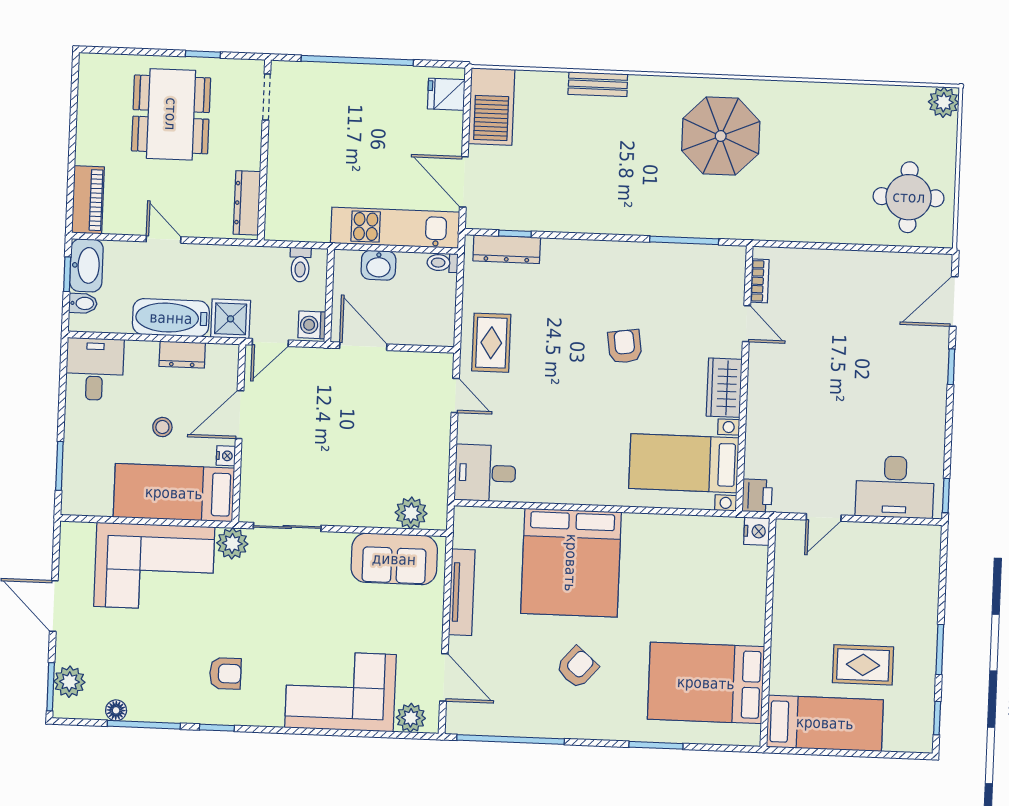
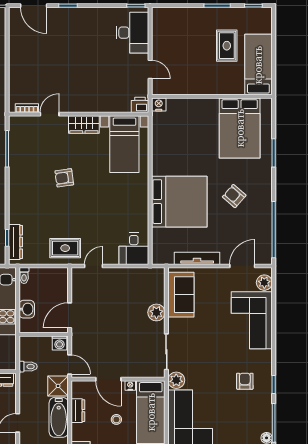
toilet: (300, 265) -> (28, 367), moved
plant: (411, 513) -> (156, 312), moved

